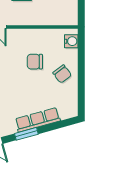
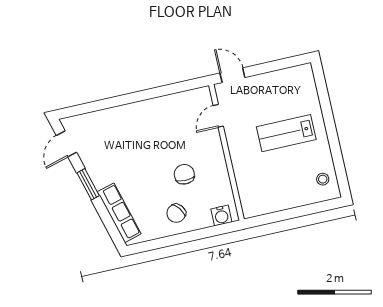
row of seats: (38, 120) -> (119, 213), moved

